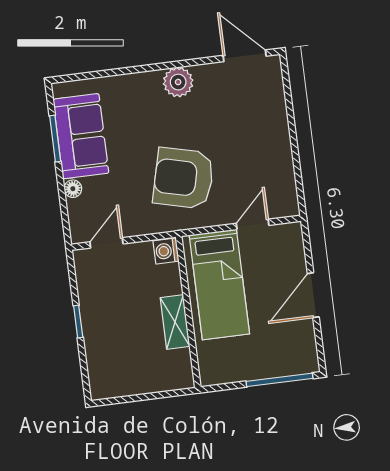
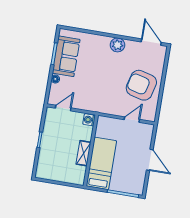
armchair: (183, 178) -> (141, 85), moved
bed: (219, 285) -> (101, 163), moved, turned 180
door: (313, 295) -> (150, 160), swing flipped

